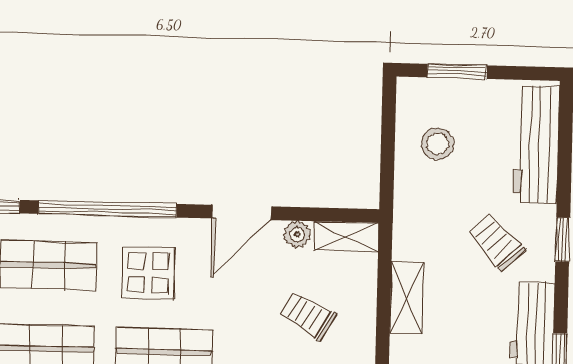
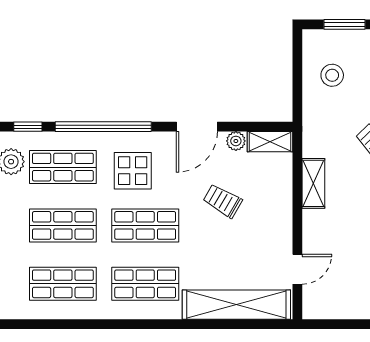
trolley: (307, 315) -> (223, 201), moved

